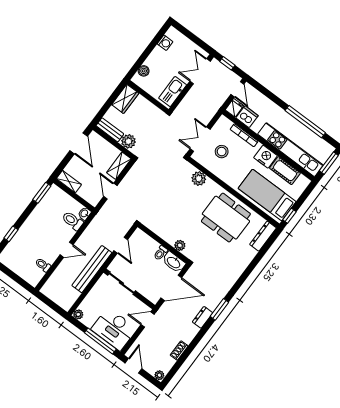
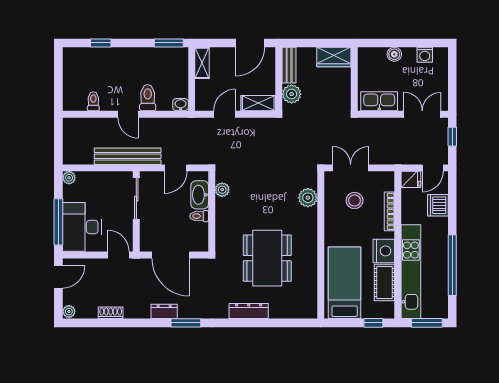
boiler: (144, 71) -> (394, 54), moved
dishwasher: (247, 117) -> (438, 205), moved, turned 180
window: (289, 216) -> (373, 323), moved
dining table: (226, 218) -> (267, 258), moved
toilet: (73, 221) -> (148, 98), moved
dresser: (263, 236) -> (249, 311), moved
plant: (180, 245) -> (222, 190), moved
washbasin: (174, 262) -> (200, 195), moved

